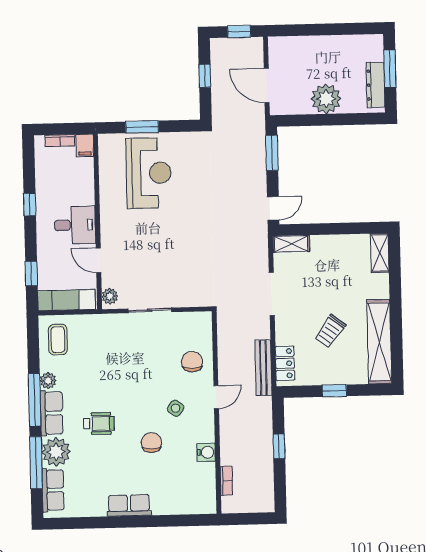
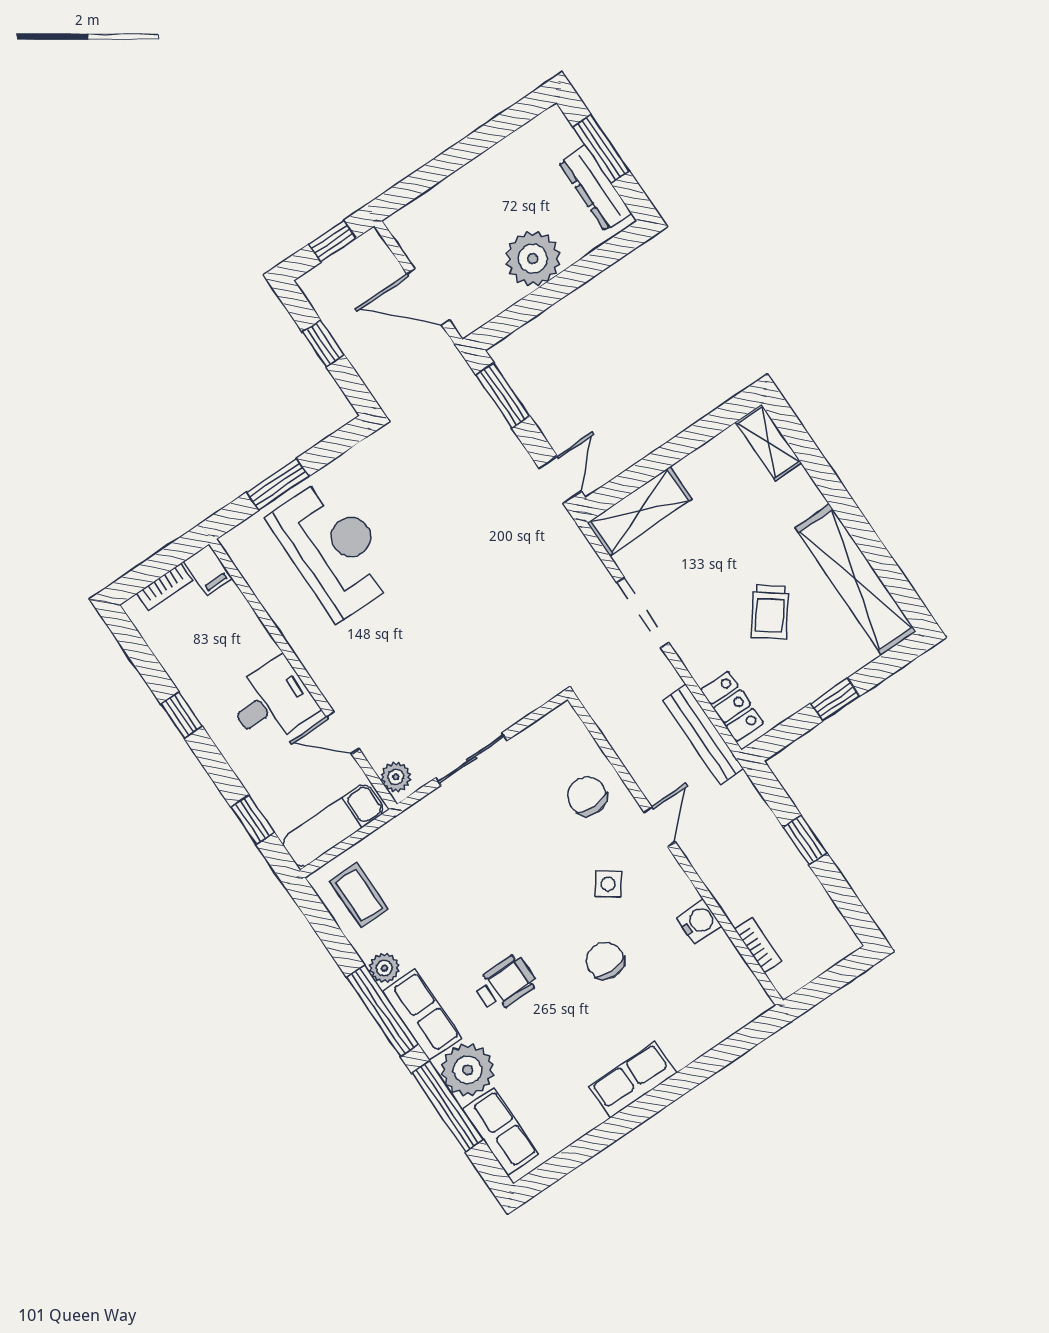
shelving: (291, 244) -> (640, 511), width x1.50, depth x1.33

